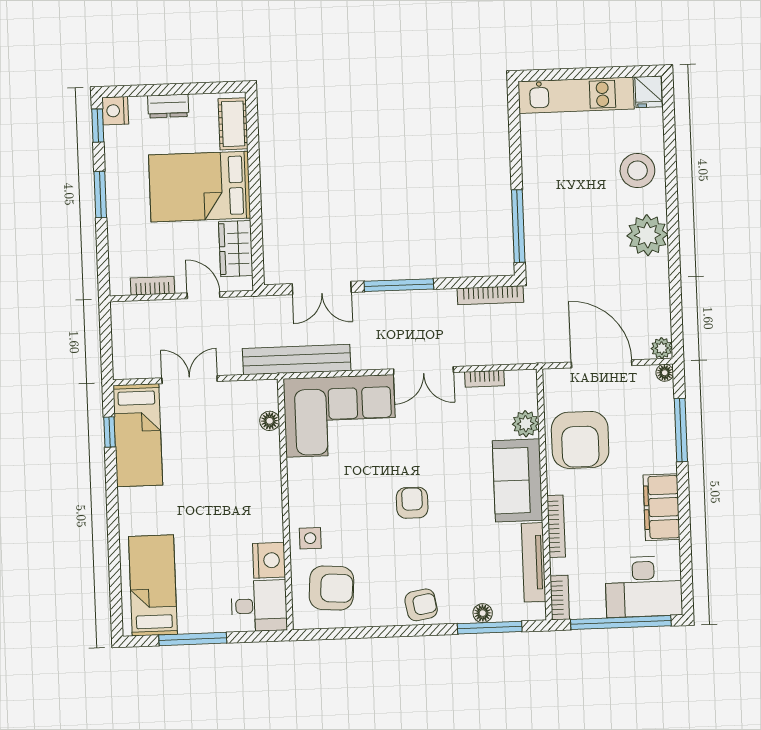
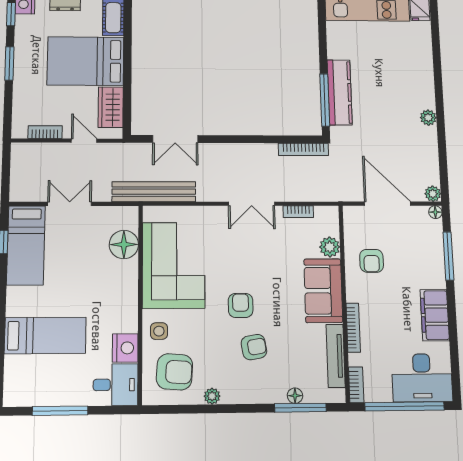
stool: (637, 170) -> (413, 64), removed
kitchen counter: (538, 214) -> (340, 92), added
plant: (647, 235) -> (428, 118), width x0.53, depth x0.53
window: (399, 285) -> (234, 139), removed
corner sofa: (340, 416) -> (173, 265), moved, turned -90
floor lamp: (270, 421) -> (124, 244), width x1.89, depth x1.89
armchair: (580, 440) -> (372, 261), width x0.53, depth x0.53
bed: (153, 585) -> (45, 335), moved, turned 90
armchair: (421, 605) -> (254, 347), moved
plant: (379, 616) -> (212, 396), added

